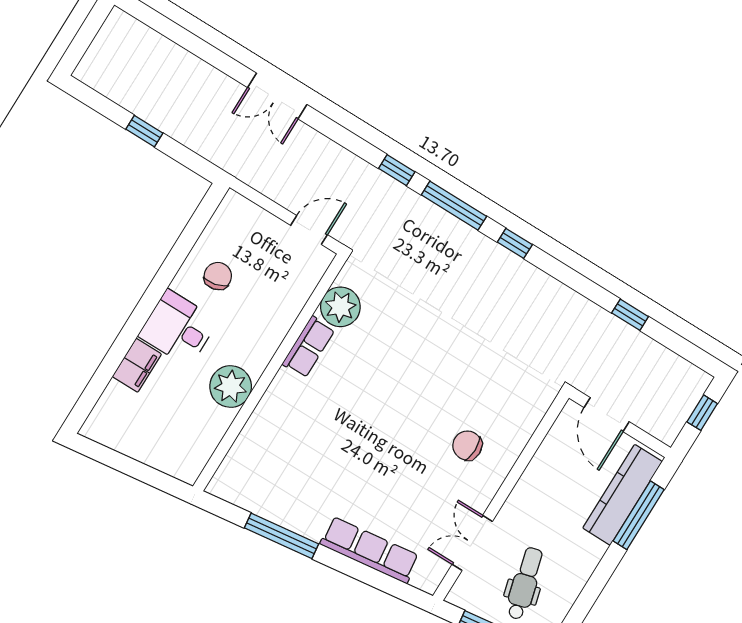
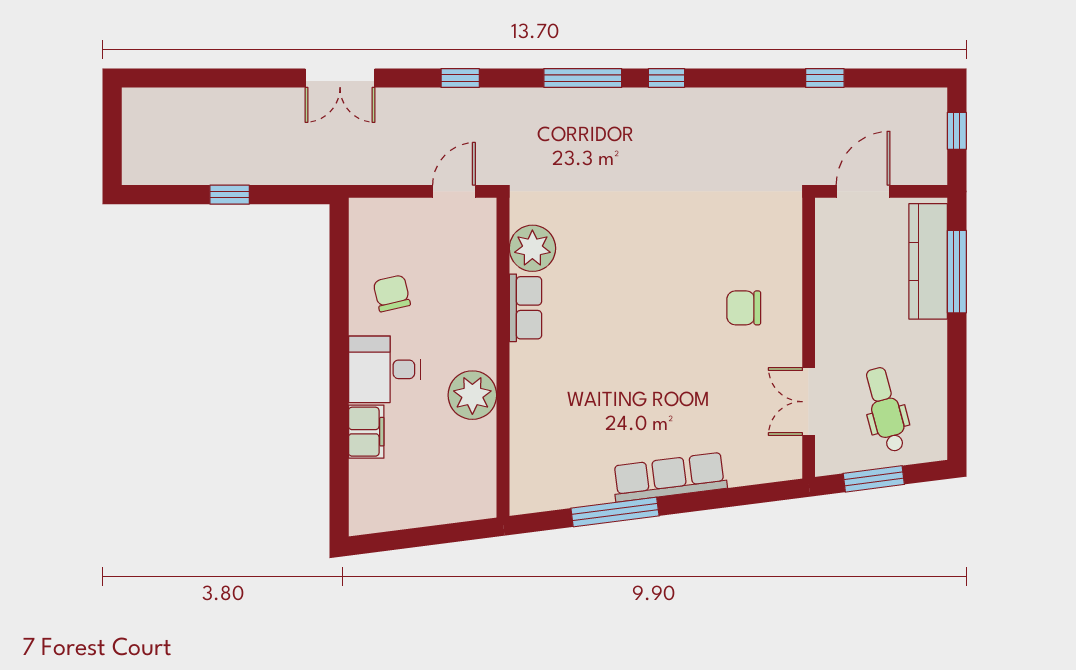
window: (397, 170) -> (460, 78), moved
door: (607, 415) -> (863, 191), swing flipped
row of seats: (370, 550) -> (670, 477), moved

